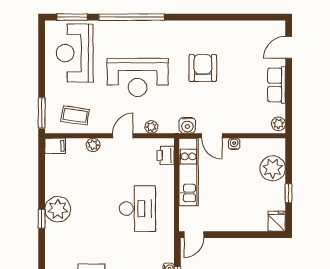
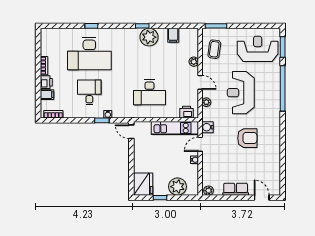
filing cabinet: (55, 146) -> (173, 35), moved
fridge: (277, 221) -> (143, 184), width x1.88, depth x1.34

